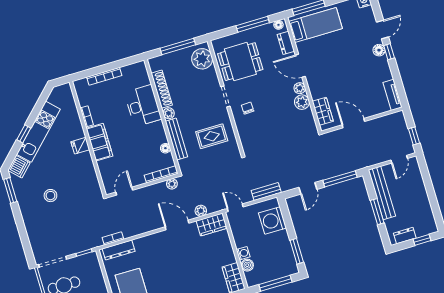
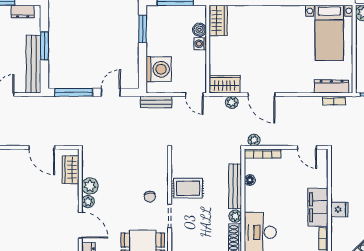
rug: (212, 136) -> (188, 188), moved
door: (124, 191) -> (307, 147), hinge flipped

